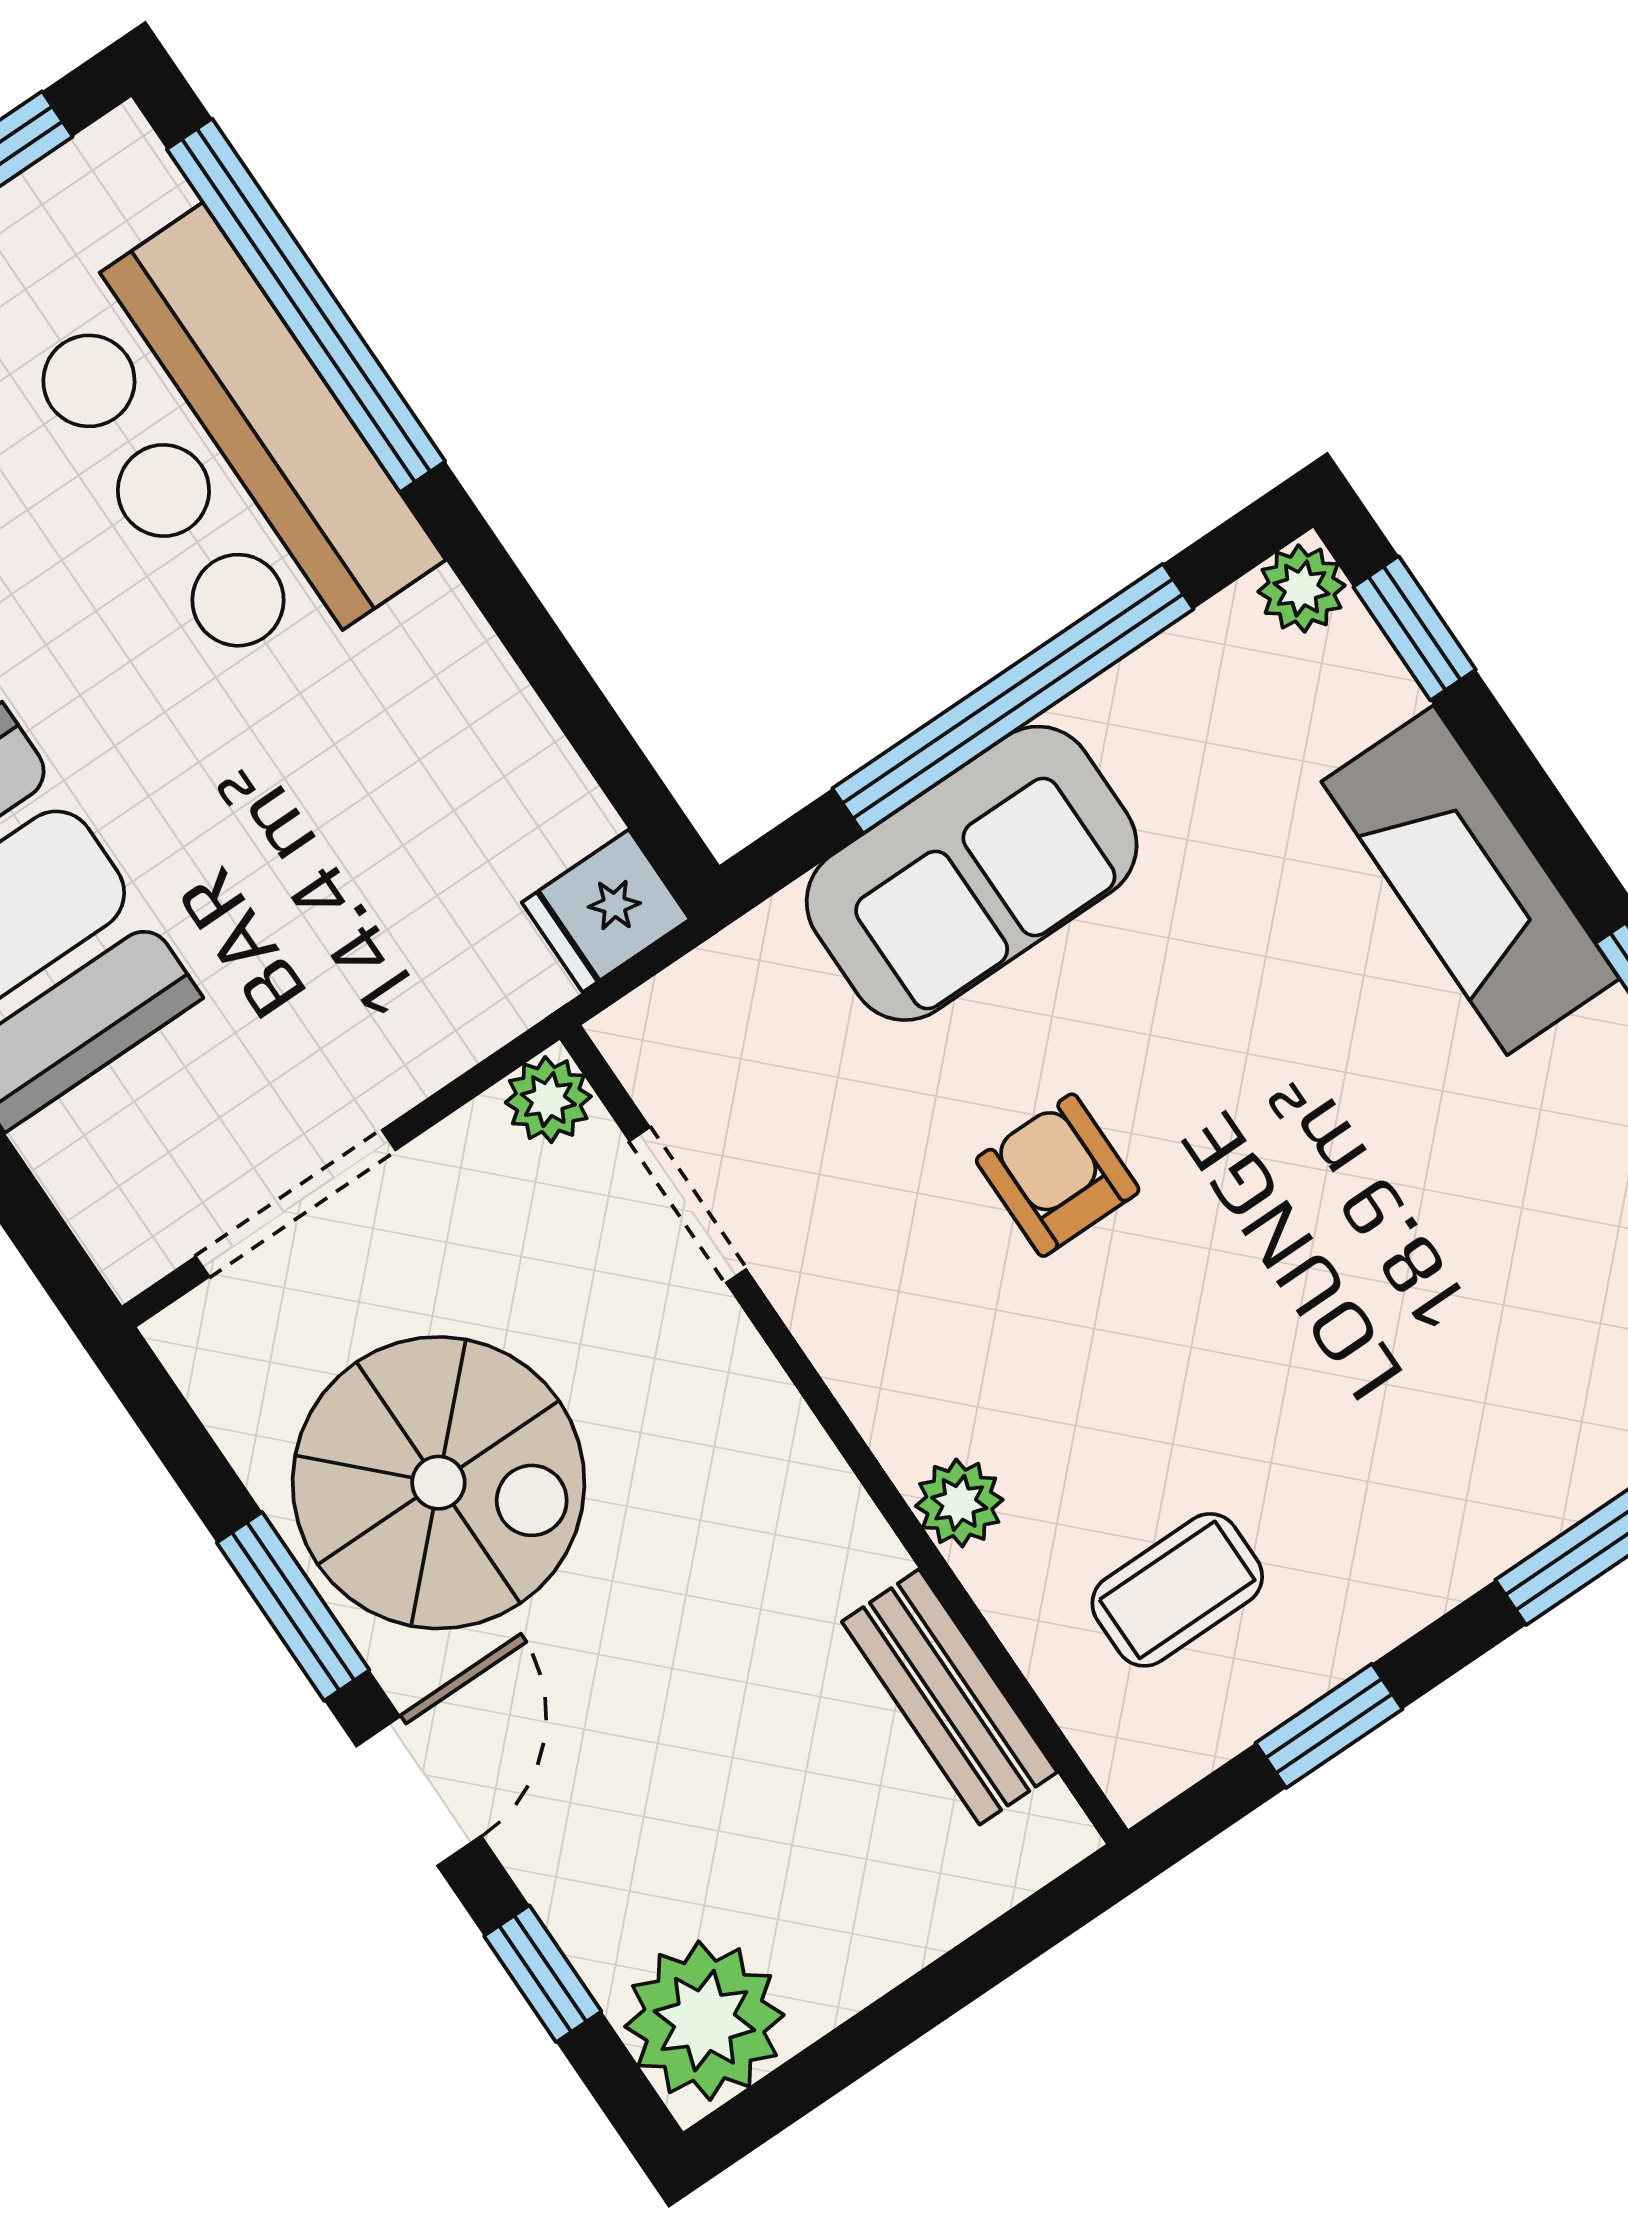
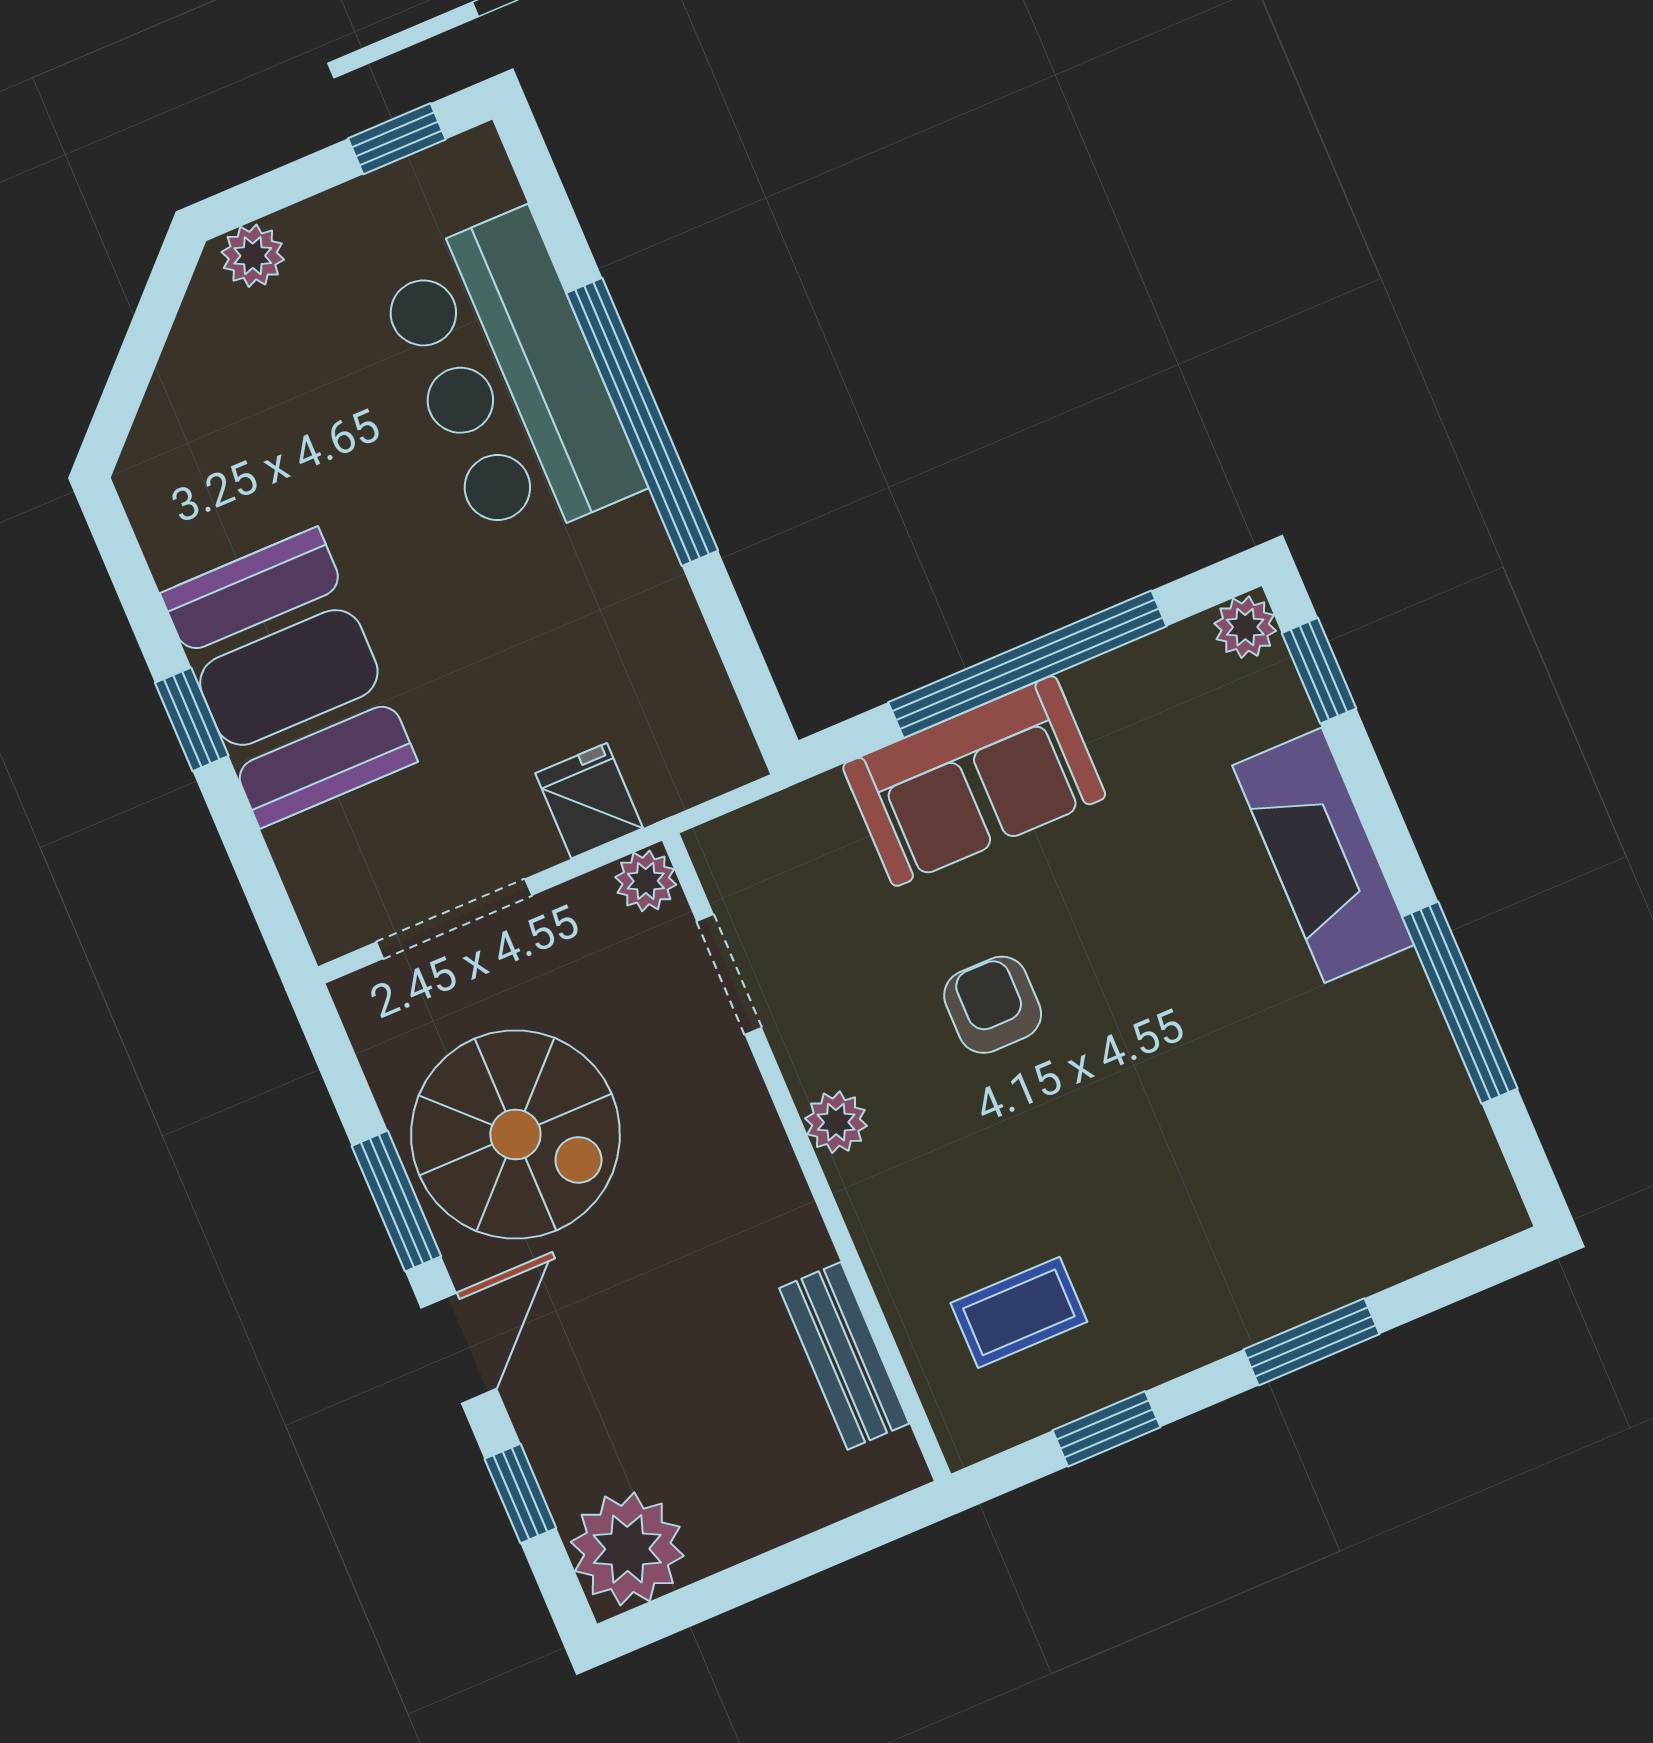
window: (306, 305) -> (642, 422), moved
fridge: (606, 911) -> (589, 801), moved, turned 90
plant: (959, 1503) -> (836, 1122), moved

